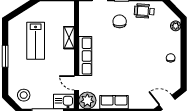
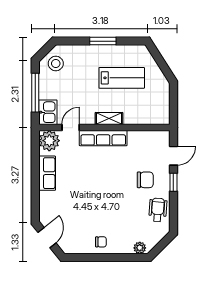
shelving: (69, 38) -> (109, 118), moved
lab bench: (36, 41) -> (122, 78), turned 180

